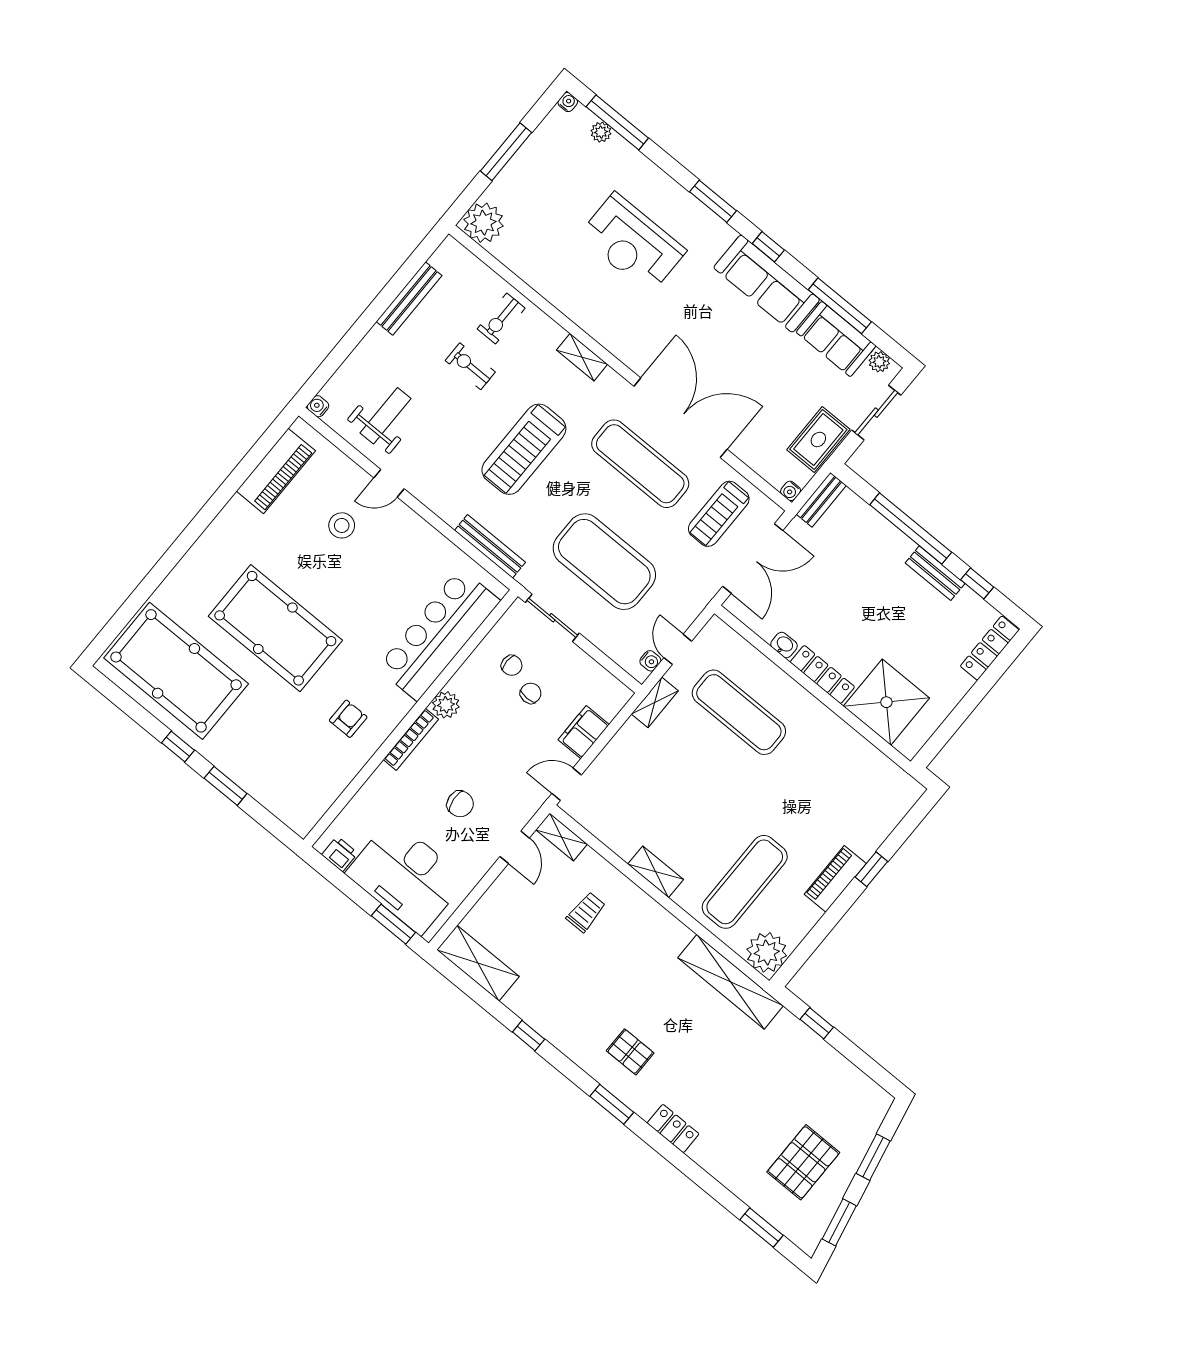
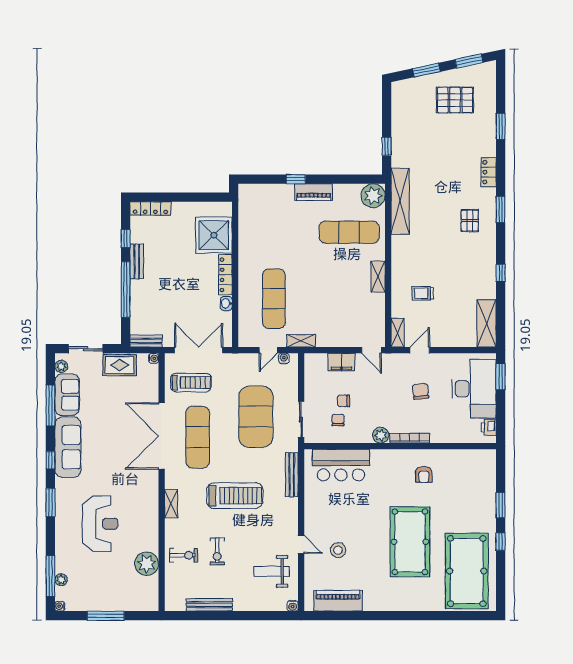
plant: (483, 223) -> (147, 564), moved
bar counter: (439, 634) -> (341, 465), width x0.73
armchair: (348, 719) -> (424, 474), turned -90
window: (761, 1228) -> (501, 126), moved

